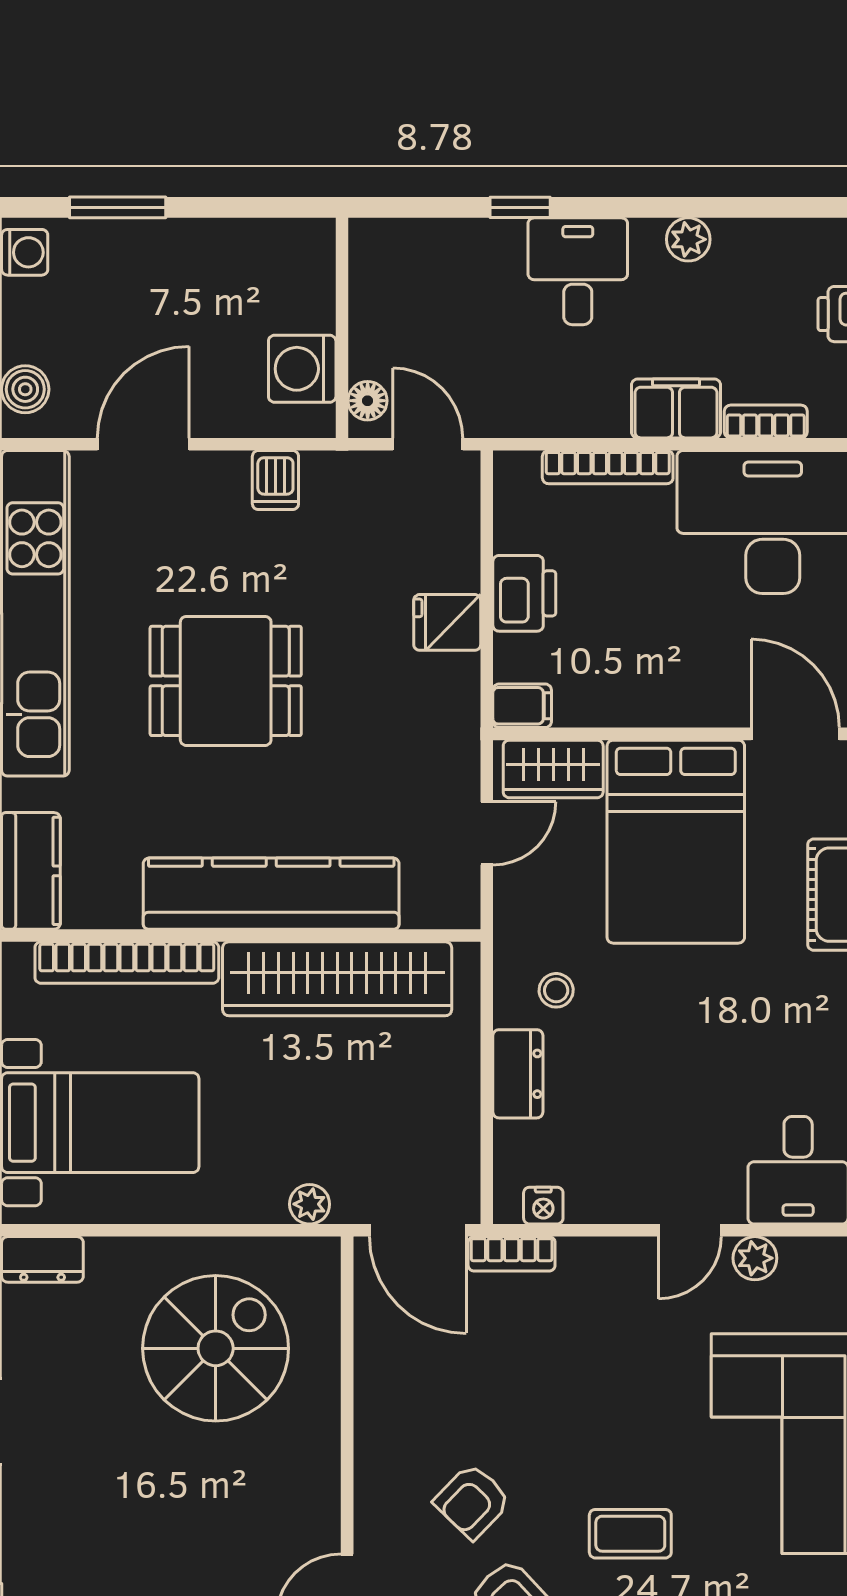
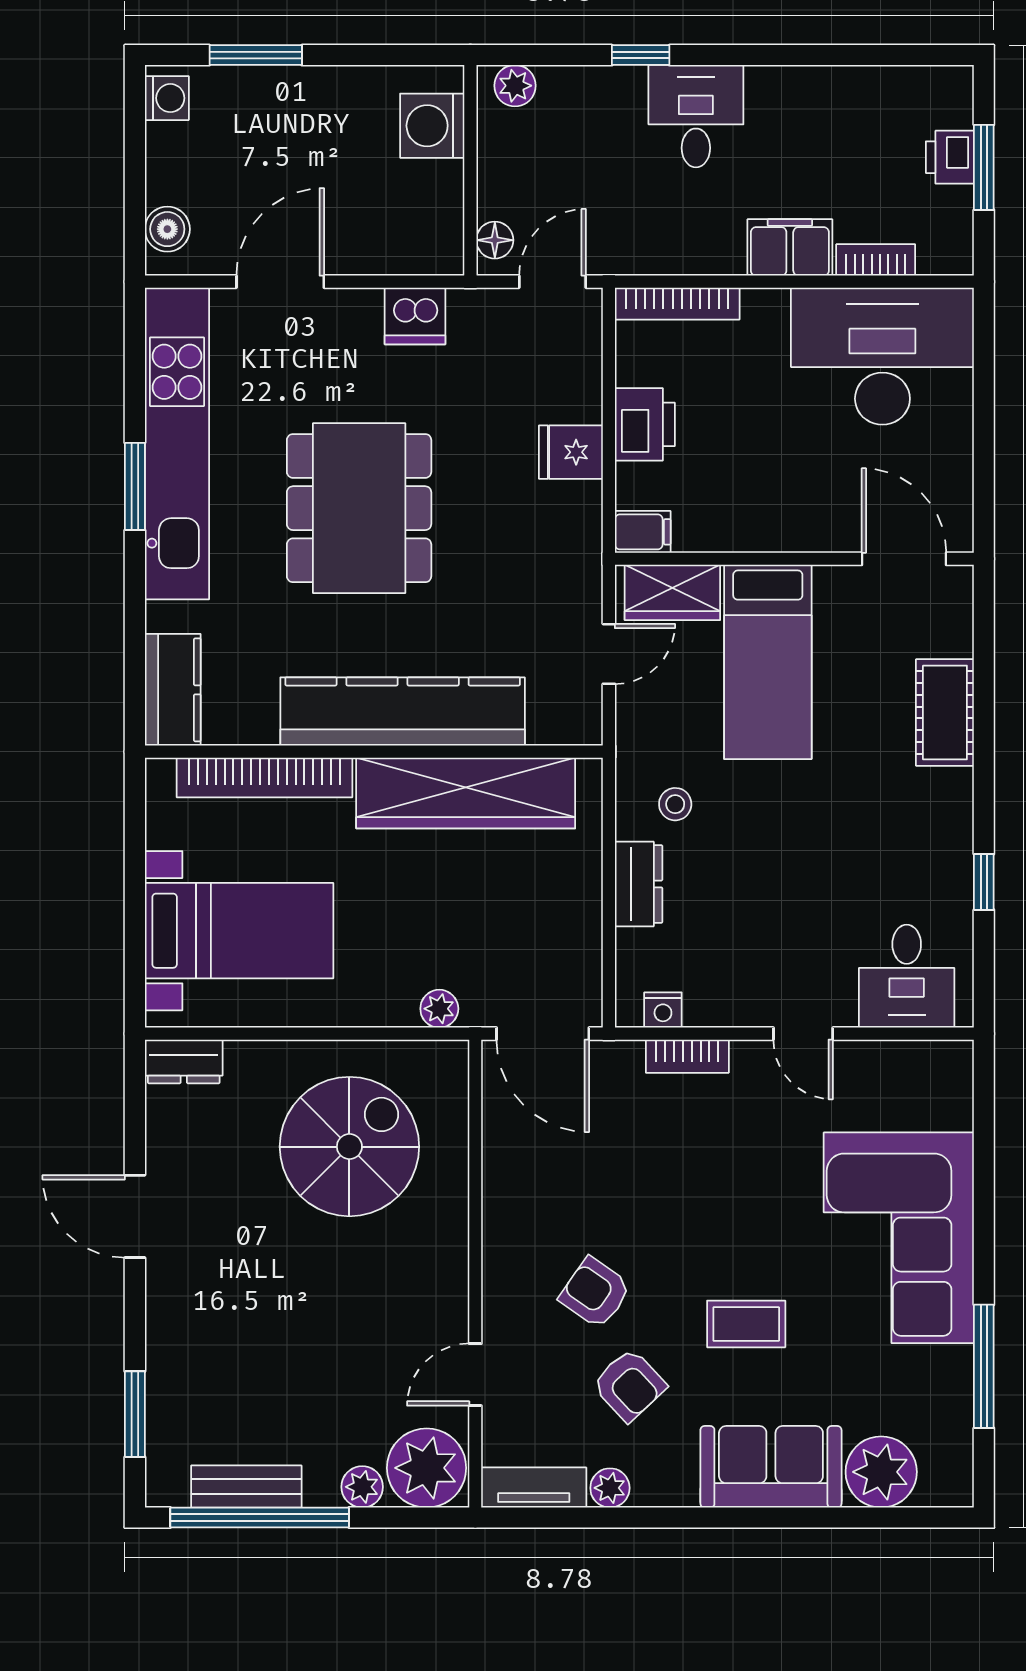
plant: (688, 239) -> (515, 86), moved
washing machine: (302, 369) -> (432, 126), moved
door: (428, 444) -> (552, 282), hinge flipped
bookcase: (608, 467) -> (677, 304), moved
dishwasher: (275, 480) -> (415, 316), width x1.38
dining table: (226, 681) -> (359, 508), width x1.38
bed: (676, 842) -> (768, 662), width x0.67
door: (690, 1230) -> (803, 1034), hinge flipped
bookcase: (512, 1254) -> (687, 1056), moved
plant: (755, 1258) -> (865, 1060), removed
armchair: (472, 1501) -> (595, 1293), turned 81

